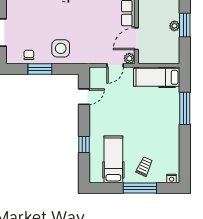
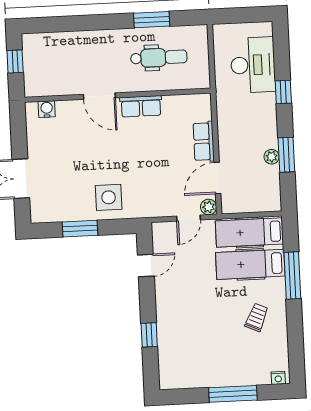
chair: (29, 55) -> (63, 209), removed
hospital bed: (113, 159) -> (250, 264), moved, turned -90
trolley: (144, 167) -> (257, 317), moved

